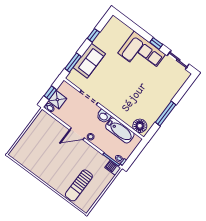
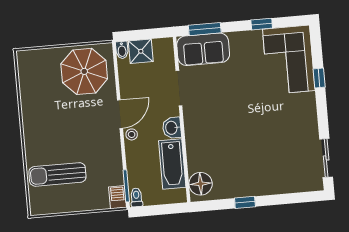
window: (156, 43) -> (319, 78), moved
corner sofa: (142, 54) -> (289, 60), moved
sofa: (89, 61) -> (203, 49), moved
window: (50, 93) -> (141, 35), removed
window: (166, 114) -> (245, 202), width x0.46
parasol: (44, 133) -> (84, 71), added
door: (77, 134) -> (120, 114), swing flipped

